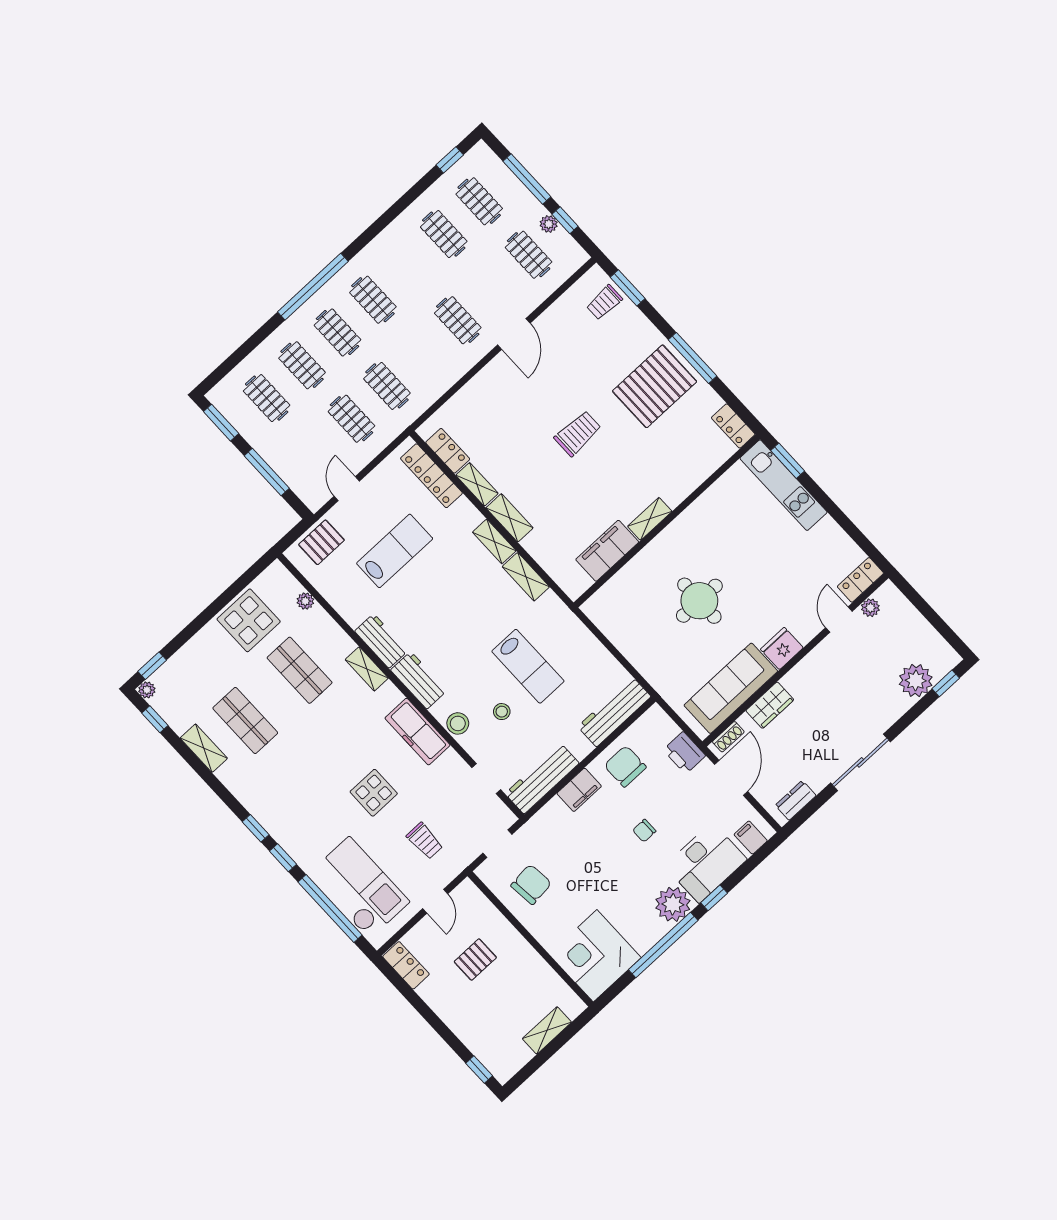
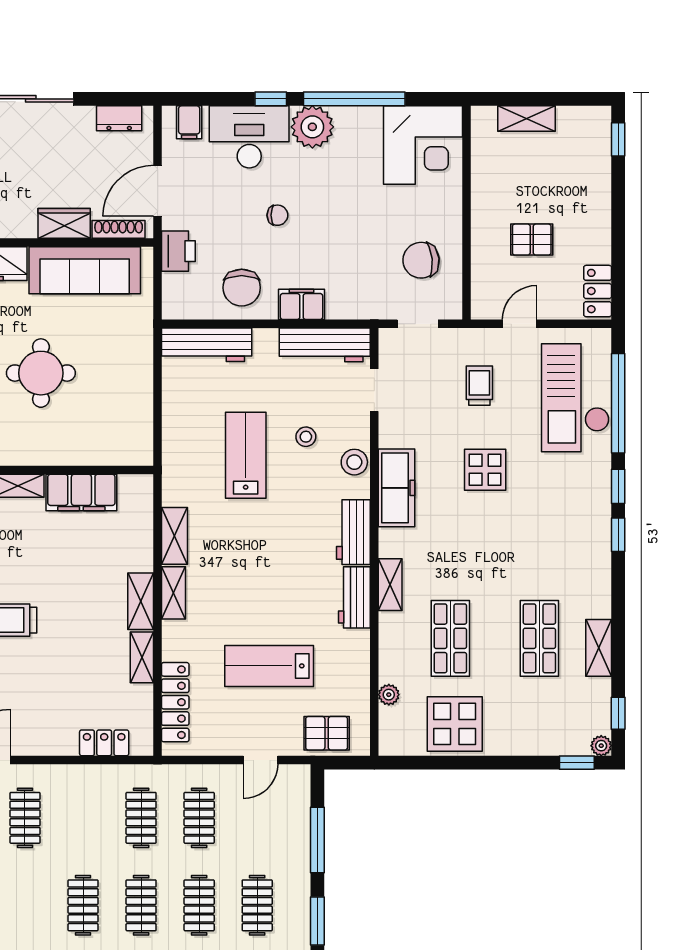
locker: (448, 451) -> (104, 743), moved, turned 90
shoe rack: (728, 737) -> (119, 229), width x1.43

